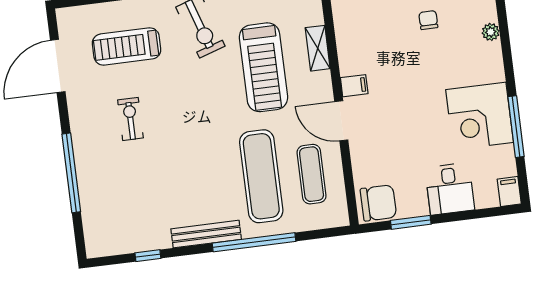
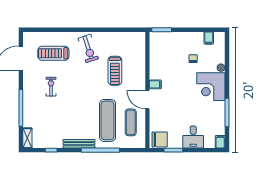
shelving: (318, 48) -> (27, 138), moved
treadmill: (263, 67) -> (115, 71), width x0.73, depth x0.73
corner desk: (480, 116) -> (211, 87), moved

